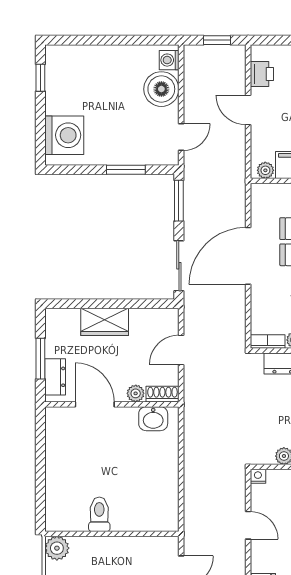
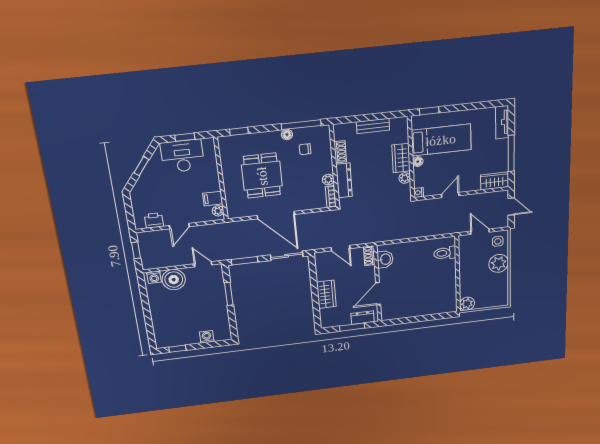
washing machine: (64, 135) -> (207, 337), width x0.53, depth x0.53
plant: (136, 393) -> (370, 271), removed
toilet: (99, 514) -> (445, 253), moved

